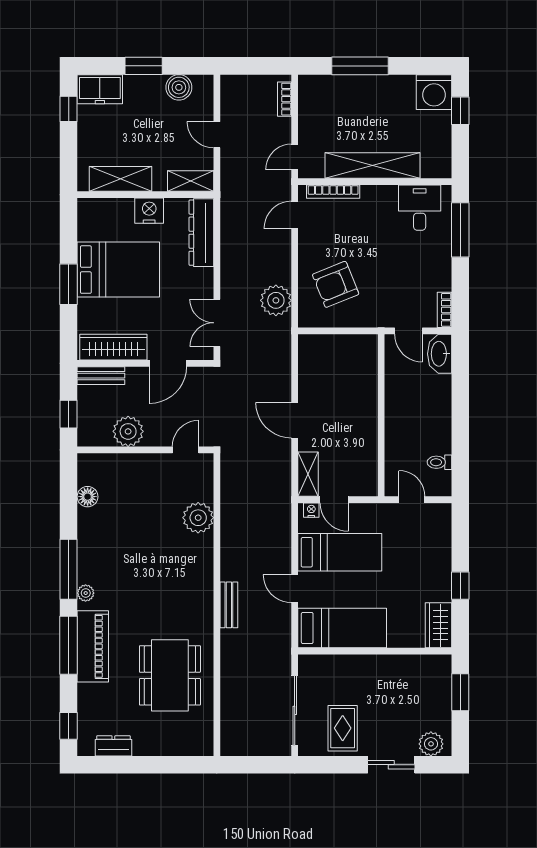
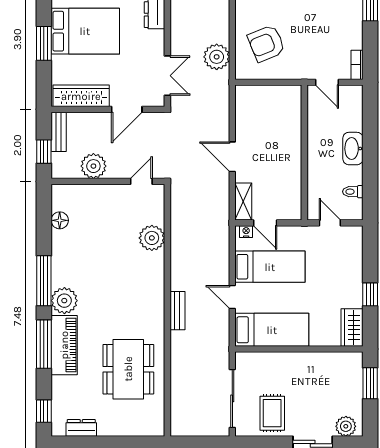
double door: (217, 323) -> (167, 76), swing flipped
washbasin: (440, 354) -> (353, 149), moved
bench: (101, 376) -> (59, 132), moved, turned 90
plant: (86, 593) -> (64, 301), width x1.87, depth x1.87

